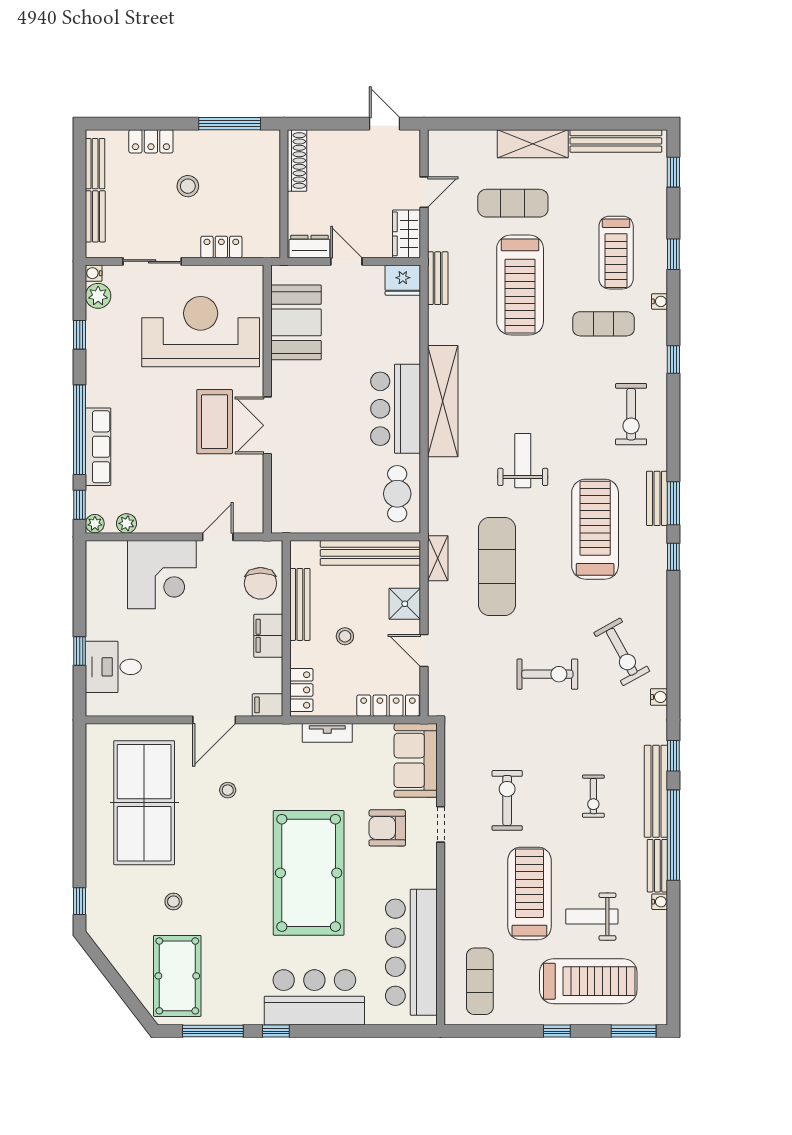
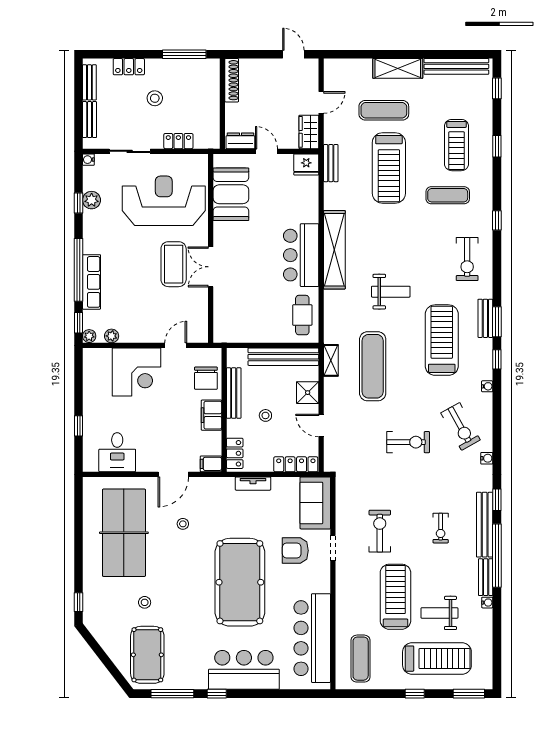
plant: (98, 296) -> (92, 200), moved
water cooler: (660, 301) -> (487, 386), moved
weight bench: (523, 461) -> (391, 292), turned 90
desk: (113, 667) -> (117, 452), moved, turned -90

